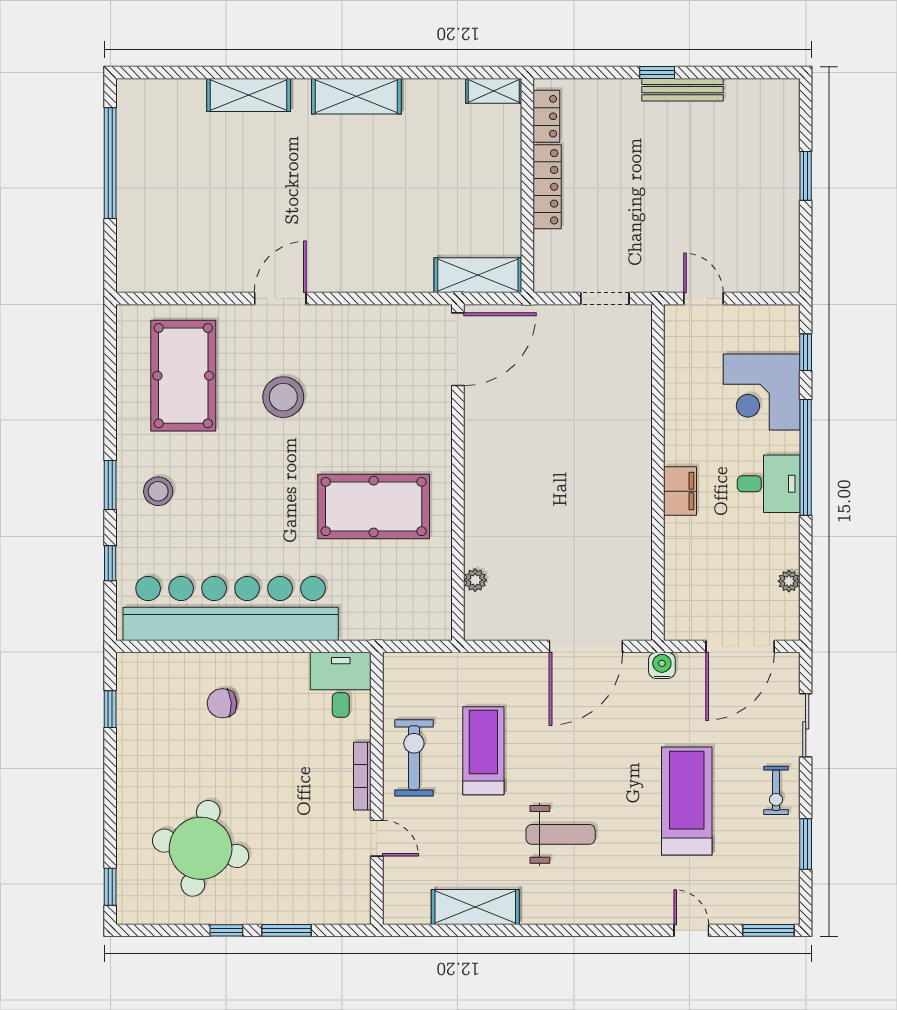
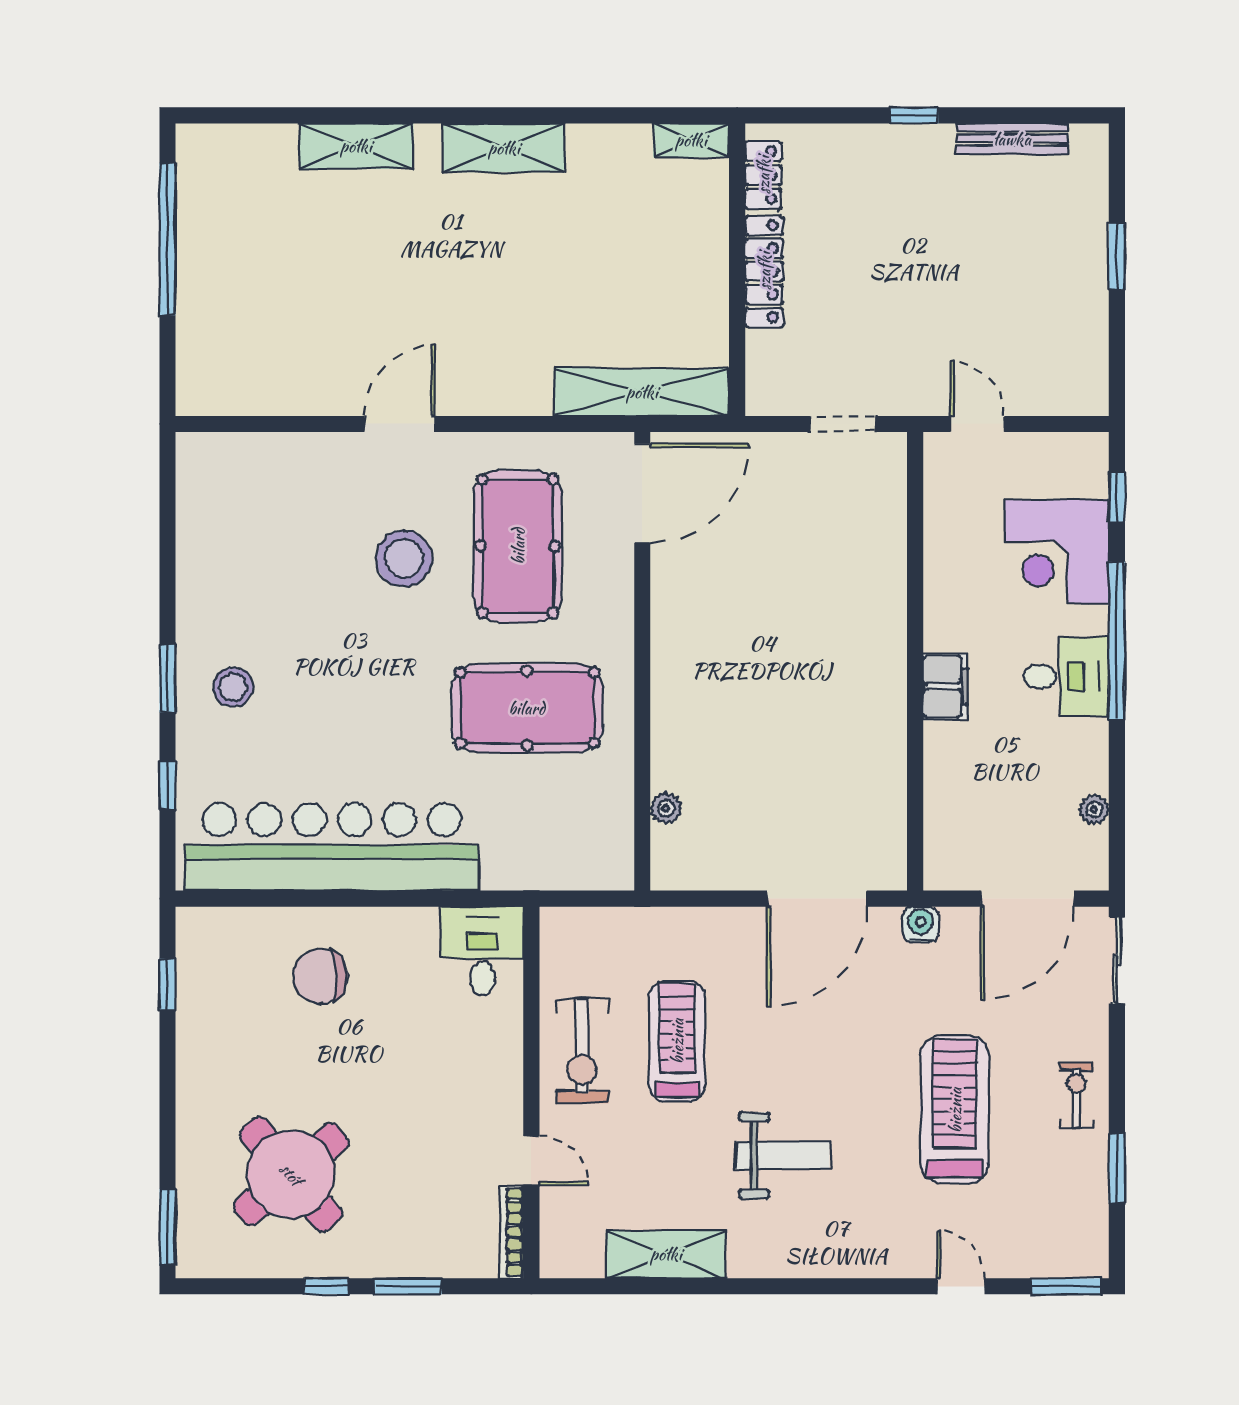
bench: (682, 90) -> (1012, 139), moved
shelving: (478, 275) -> (642, 392), width x1.47
pool table: (183, 376) -> (518, 546), moved
chair: (222, 703) -> (320, 976), width x1.37, depth x1.37
sliding door: (806, 725) -> (1117, 960), moved
exercise bike: (414, 758) -> (582, 1051), turned 180
bookcase: (362, 776) -> (512, 1232), moved
exercise bike: (776, 790) -> (1076, 1095), turned 180
round table: (201, 848) -> (291, 1174), turned 38
window: (110, 887) -> (167, 1227), width x1.50

